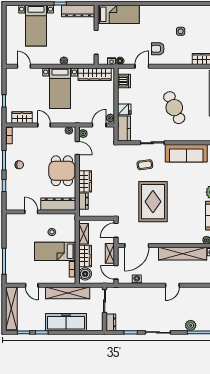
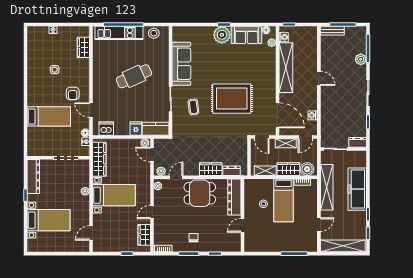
bed: (118, 14) -> (49, 116), moved, turned 90

